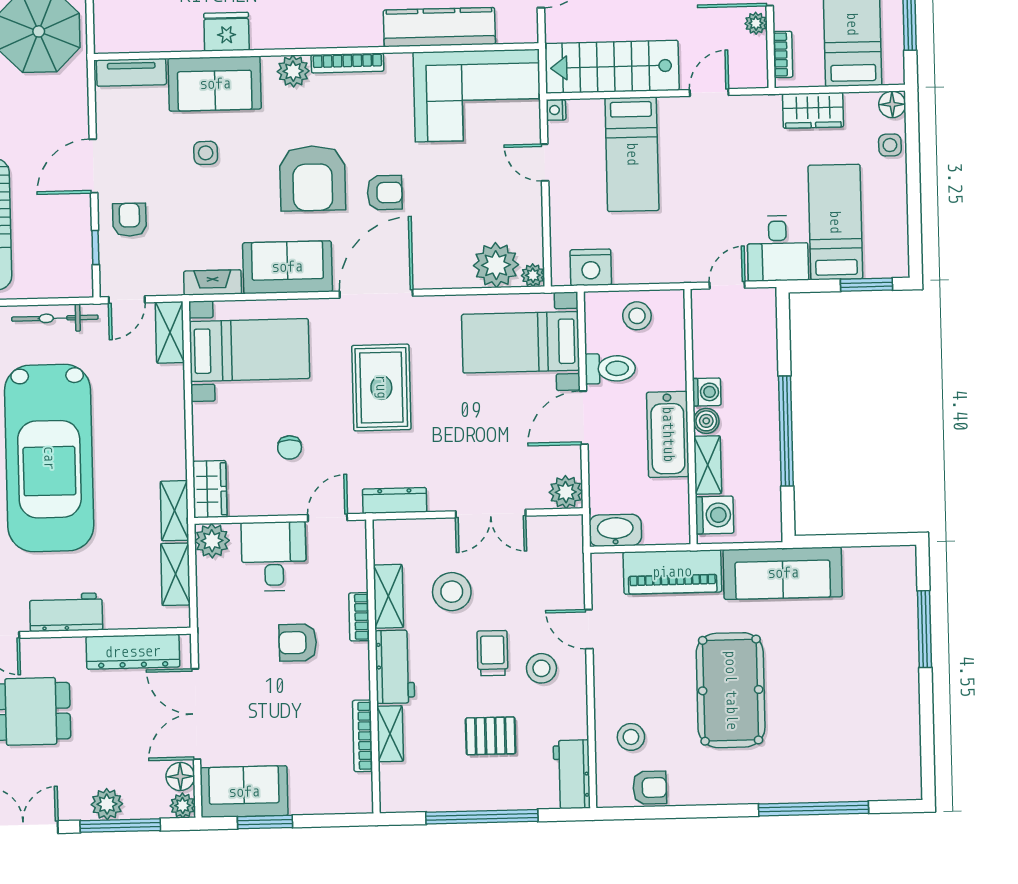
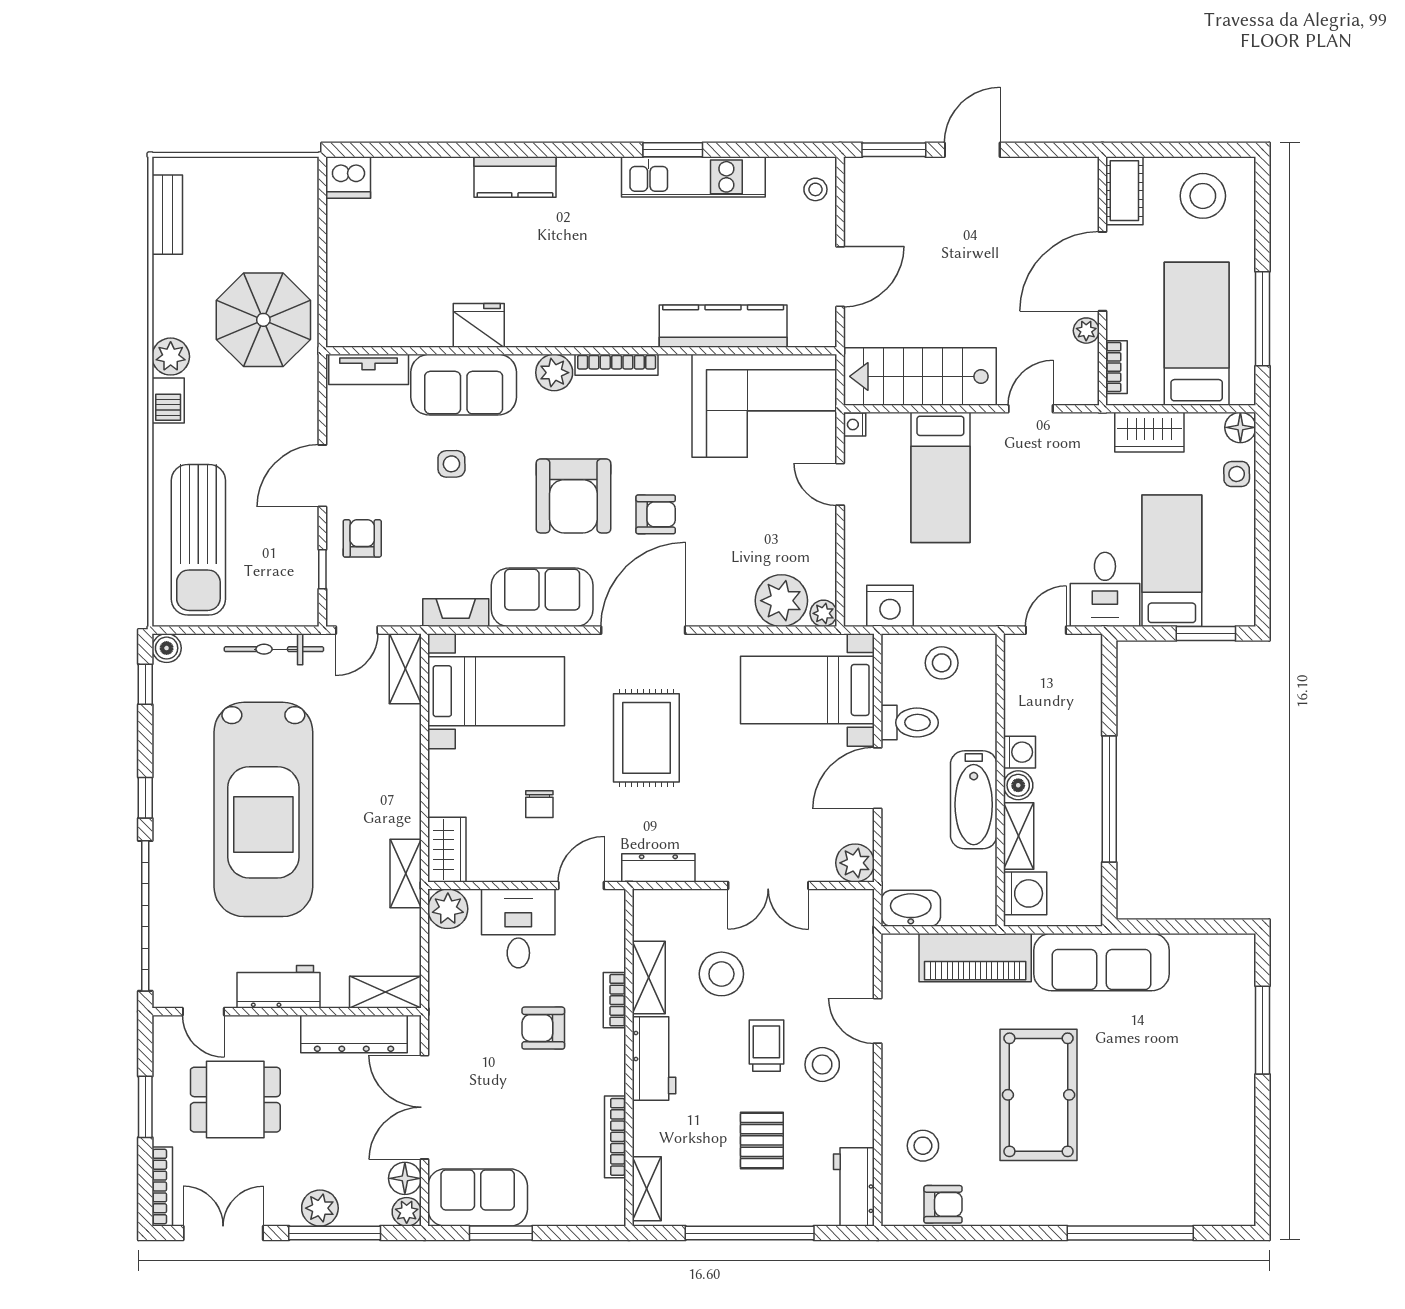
shelving: (175, 574) -> (385, 992), moved, turned 90
shelving: (390, 734) -> (647, 1189), moved
pallet: (491, 736) -> (762, 1140), turned 90

